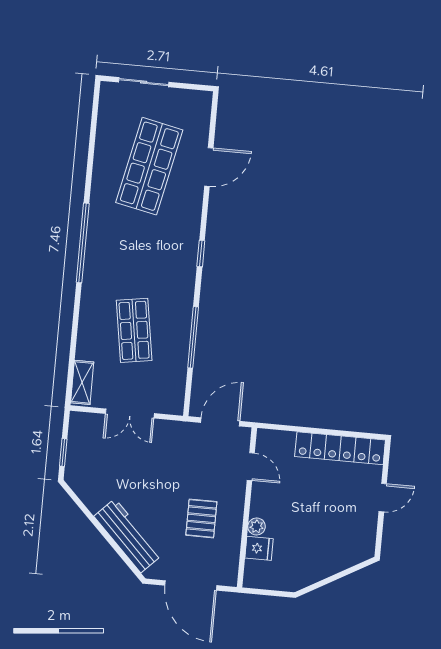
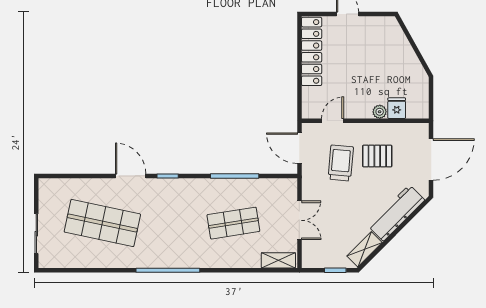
door: (209, 167) -> (131, 176), moved
trolley: (197, 472) -> (341, 163), added
shelving: (86, 492) -> (365, 249), added

